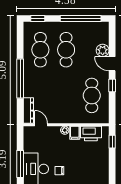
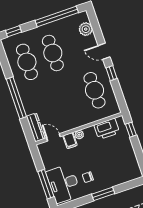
plant: (103, 50) -> (86, 29), moved
filing cabinet: (75, 133) -> (70, 141), moved

